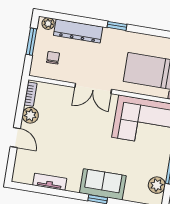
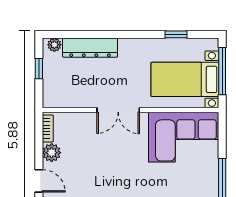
window: (117, 26) -> (176, 34), moved
window: (31, 42) -> (39, 69), width x0.67
chair: (53, 58) -> (67, 83), removed

